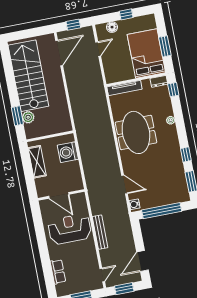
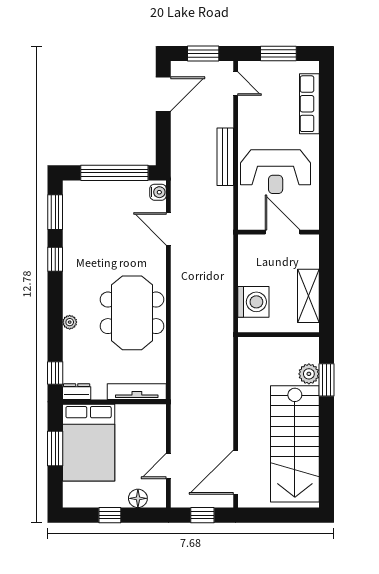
row of seats: (58, 272) -> (309, 104), width x1.48
door: (102, 275) -> (236, 84), swing flipped

